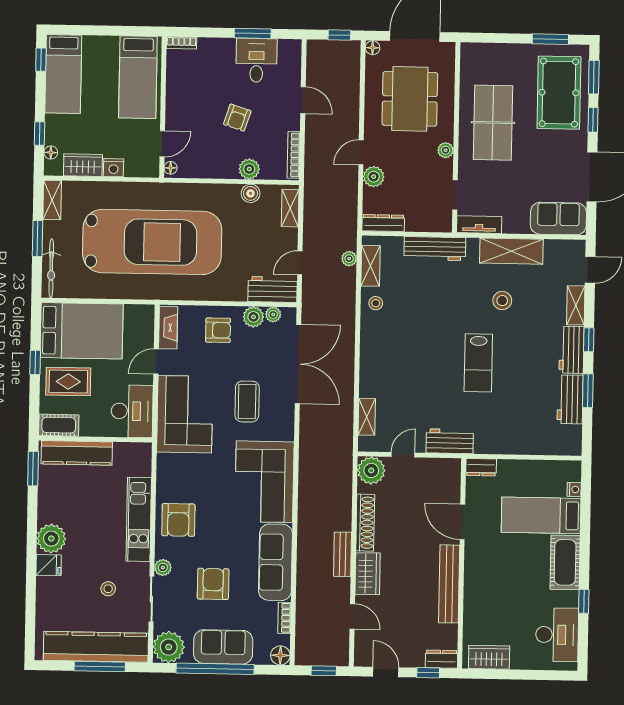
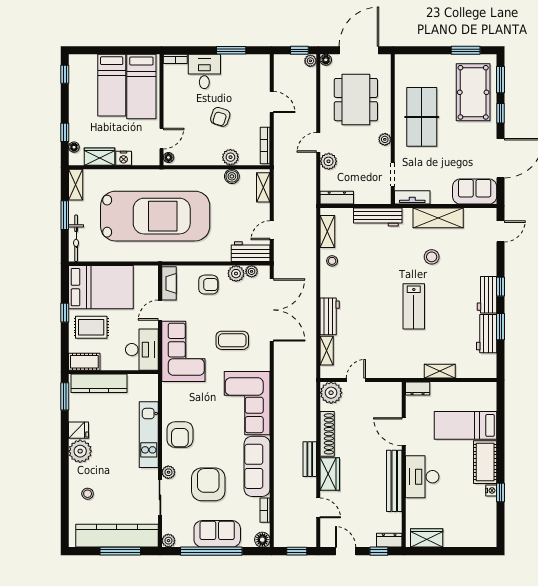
desk: (256, 60) -> (204, 71), moved
bed: (63, 74) -> (112, 85), moved
plant: (349, 259) -> (310, 61), moved
shelving: (576, 305) -> (440, 371), moved, turned 90
coffee table: (247, 402) -> (232, 340), turned 90
workbench: (450, 441) -> (330, 316), moved, turned 90
nightstand: (574, 489) -> (491, 490), moved
fridge: (49, 565) -> (78, 430), moved
armchair: (213, 584) -> (208, 484), width x1.36, depth x1.36
stool: (108, 589) -> (88, 494), moved
desk: (557, 635) -> (422, 477), moved, turned 180
plant: (169, 647) -> (168, 541), width x0.53, depth x0.53

